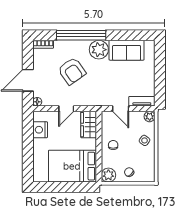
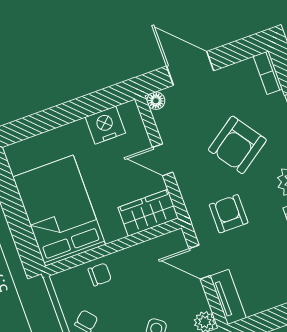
armchair: (103, 87) -> (229, 214), added
door: (121, 109) -> (200, 262), hinge flipped
chair: (113, 145) -> (100, 274), moved
plant: (108, 175) -> (67, 284), removed

